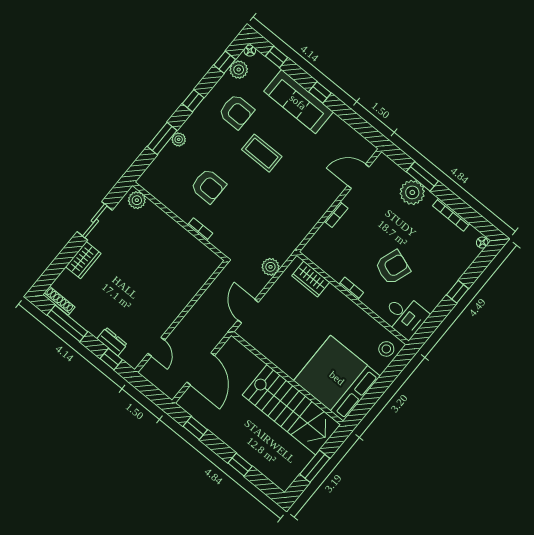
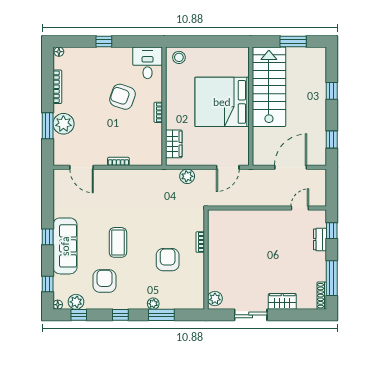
bed: (337, 378) -> (222, 102), moved, turned 90

